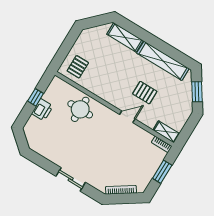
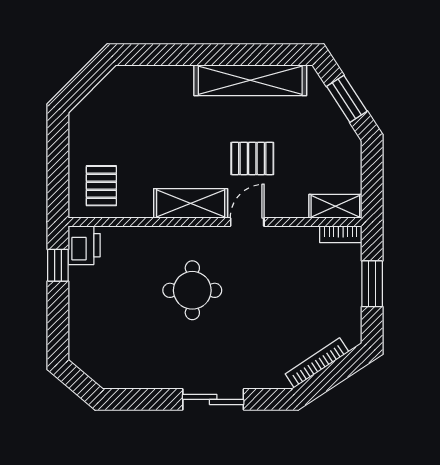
shelving: (125, 37) -> (191, 203), moved
window: (36, 97) -> (58, 265), moved
round table: (80, 109) -> (192, 290), moved
printer: (42, 110) -> (84, 245), moved

